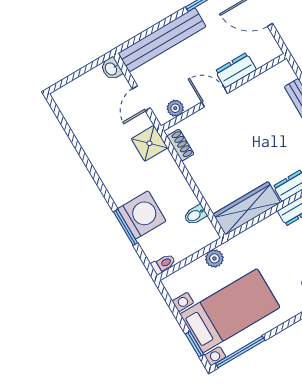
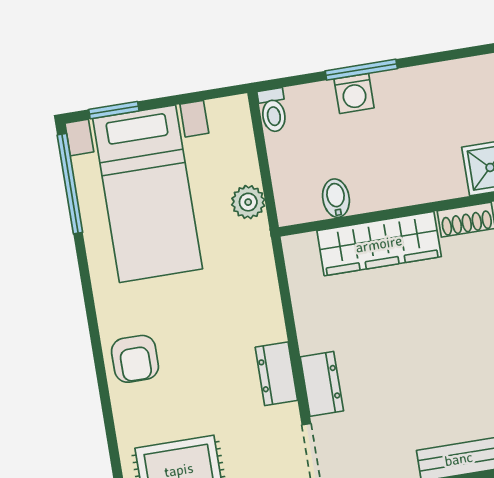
wardrobe: (247, 208) -> (379, 244), moved, turned 90
washing machine: (142, 215) -> (354, 93), width x0.53, depth x0.53

